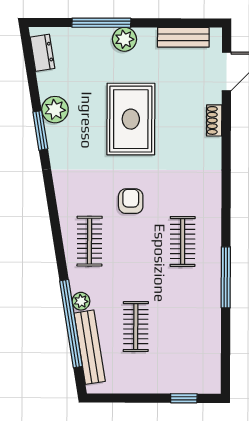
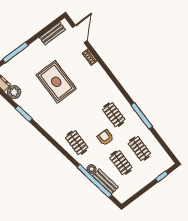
plant: (124, 39) -> (30, 52), removed
plant: (55, 110) -> (14, 92), moved
armchair: (131, 201) -> (105, 138), moved
clothes rail: (182, 327) -> (139, 149), added
bench: (90, 347) -> (105, 181), width x0.73

